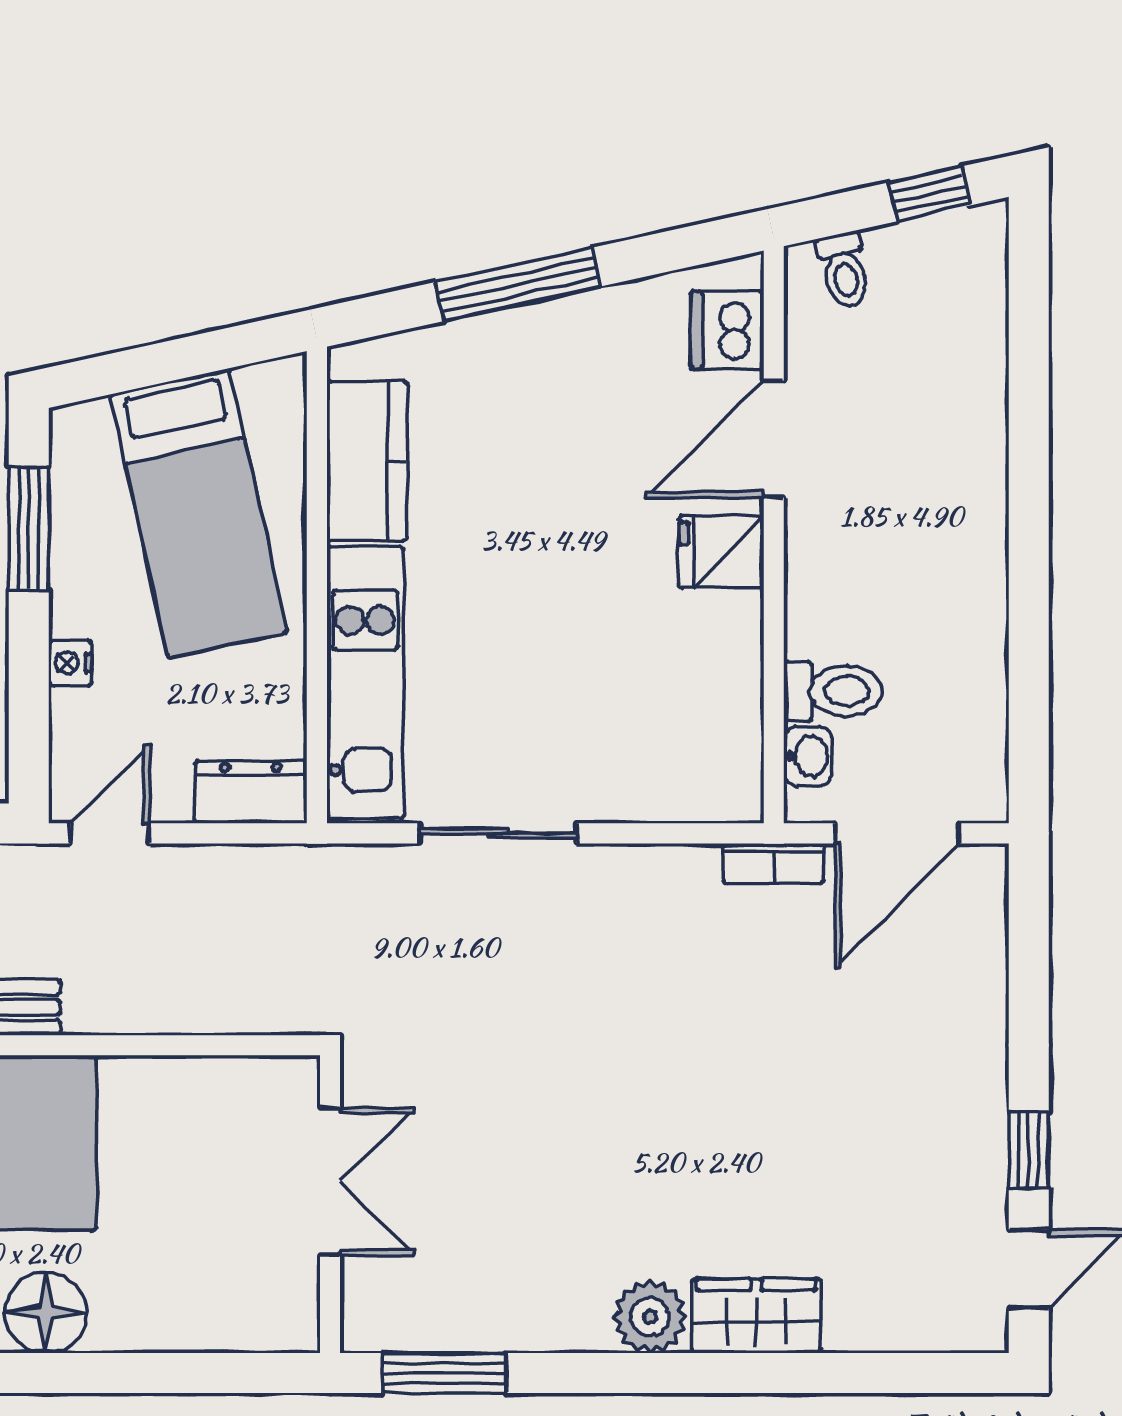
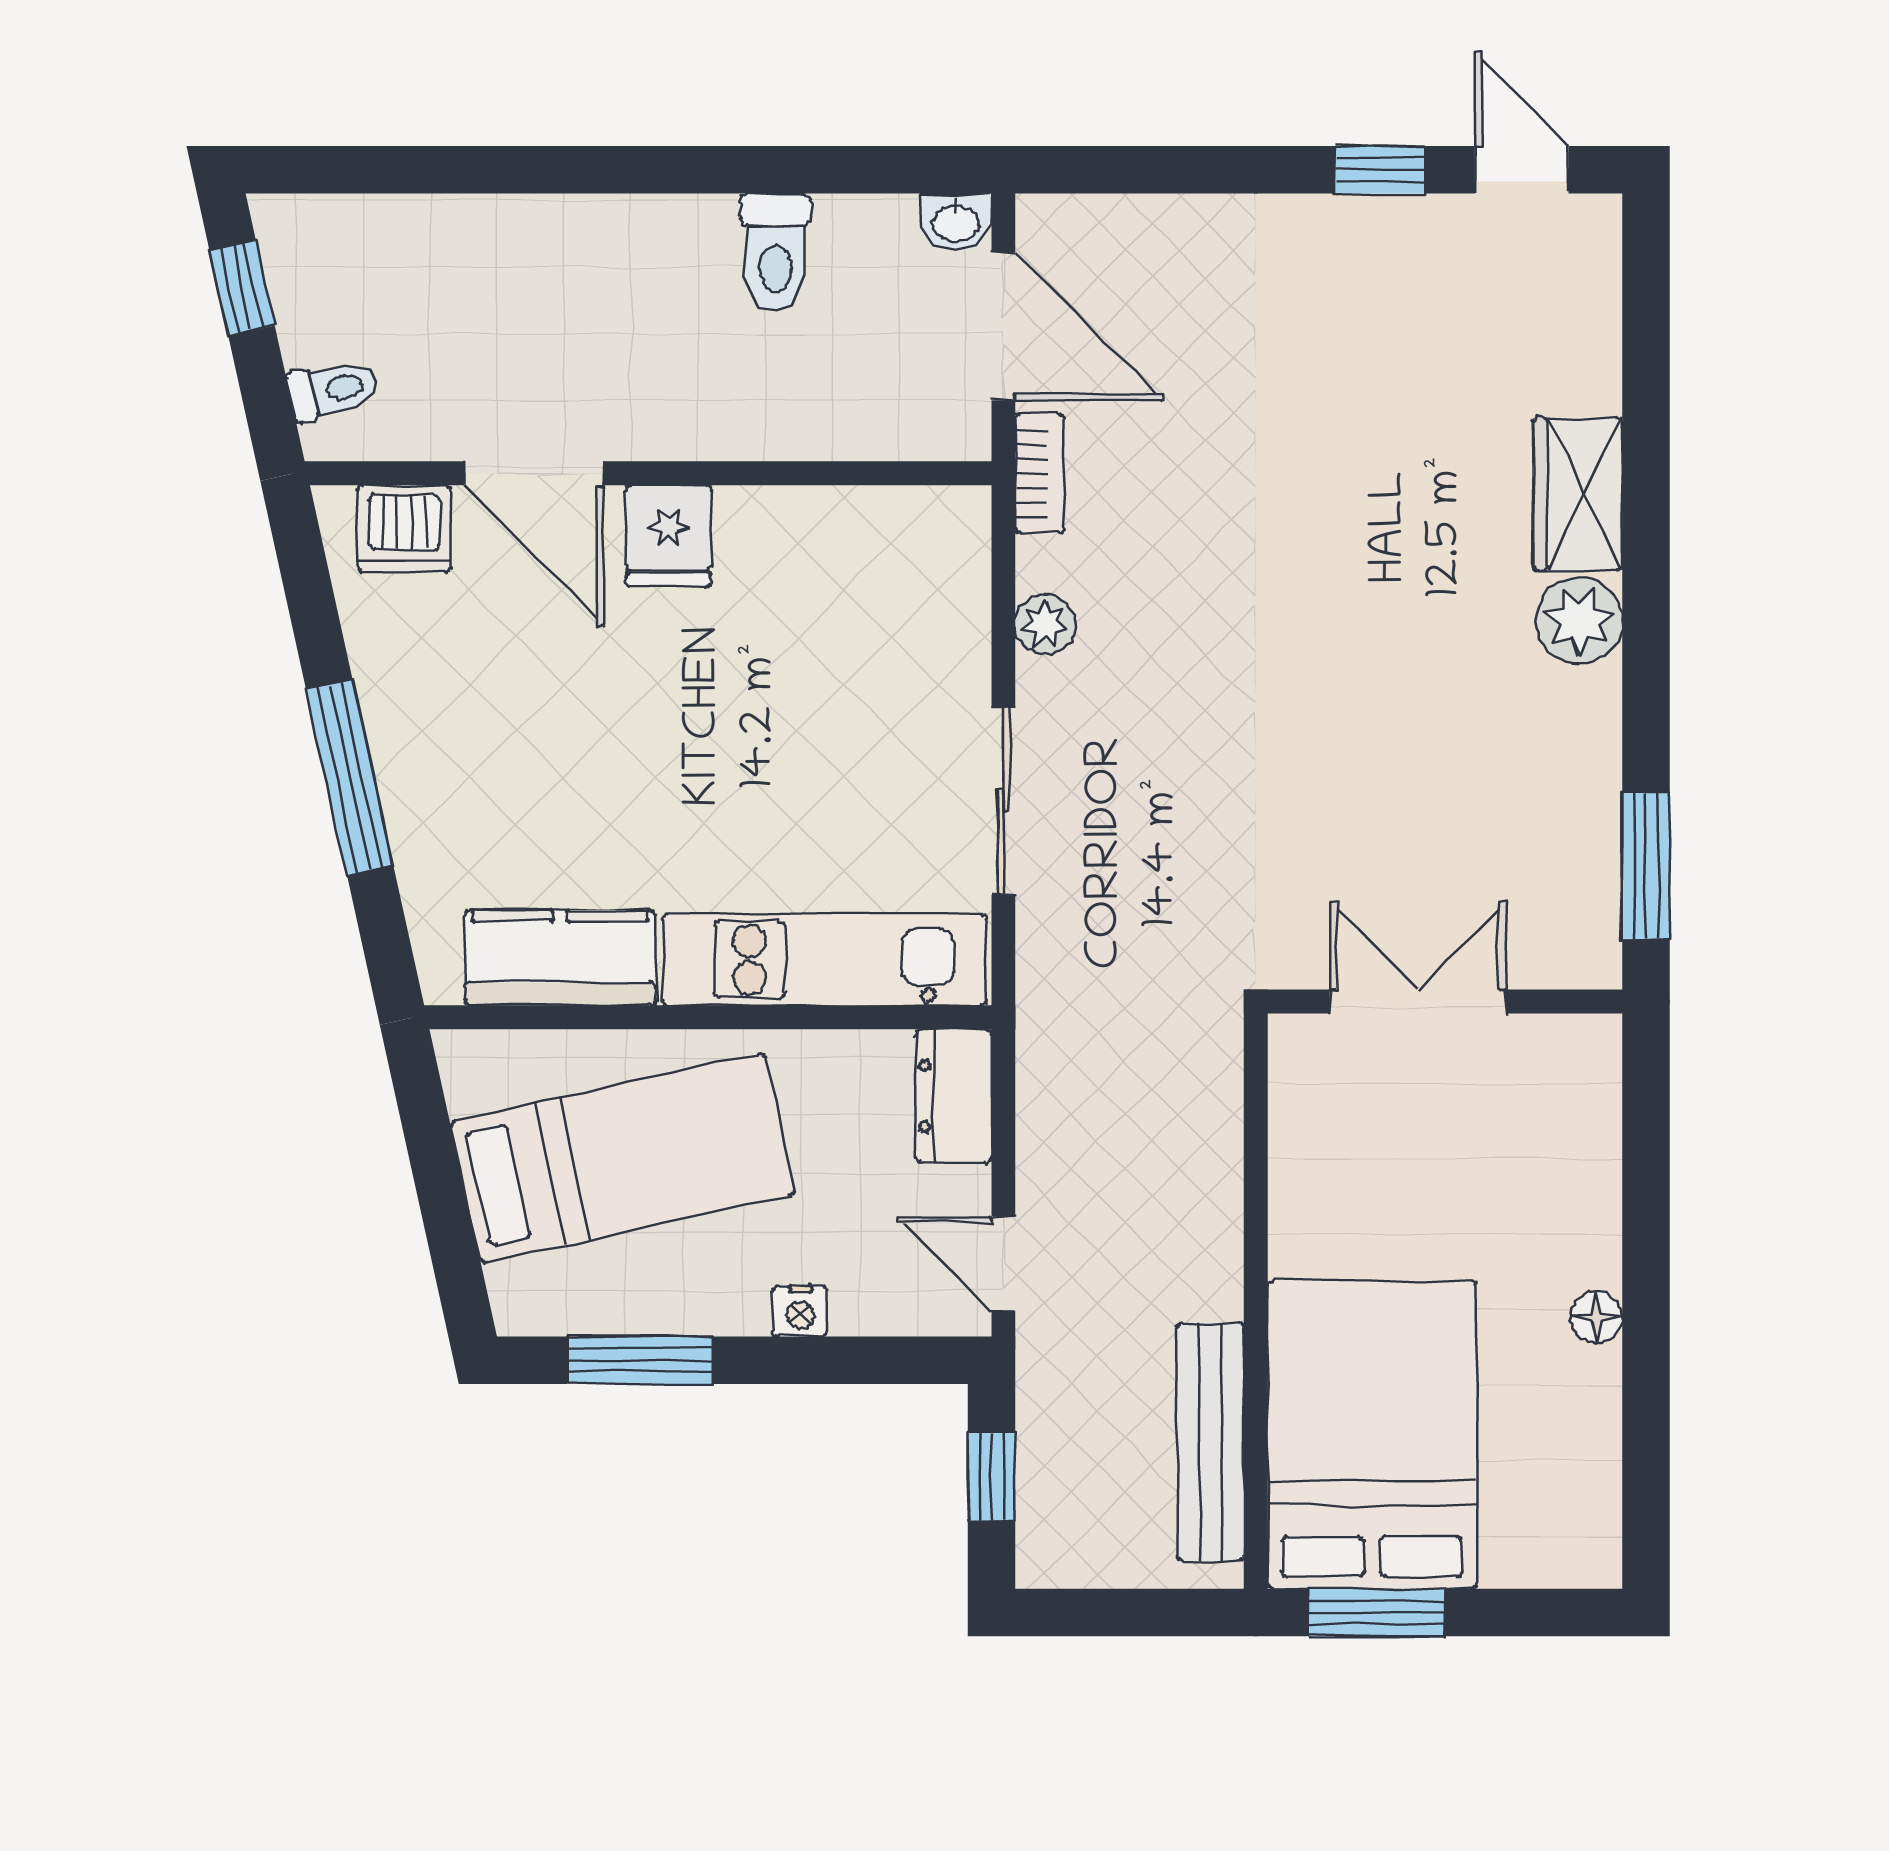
toilet: (833, 691) -> (775, 252), moved, turned 180
washbasin: (808, 756) -> (956, 222), moved, turned 180
plant: (647, 868) -> (1045, 624), added
floor lamp: (46, 1312) -> (1597, 1317), width x0.53, depth x0.53

